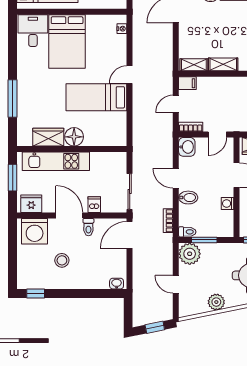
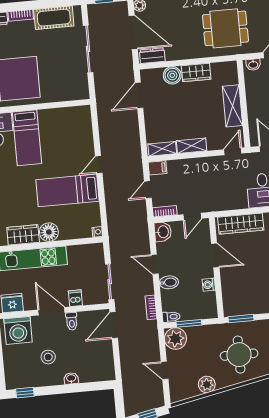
nightstand: (122, 29) -> (97, 232), moved
bed: (67, 41) -> (27, 138), width x0.67
washbasin: (117, 284) -> (71, 378), moved

